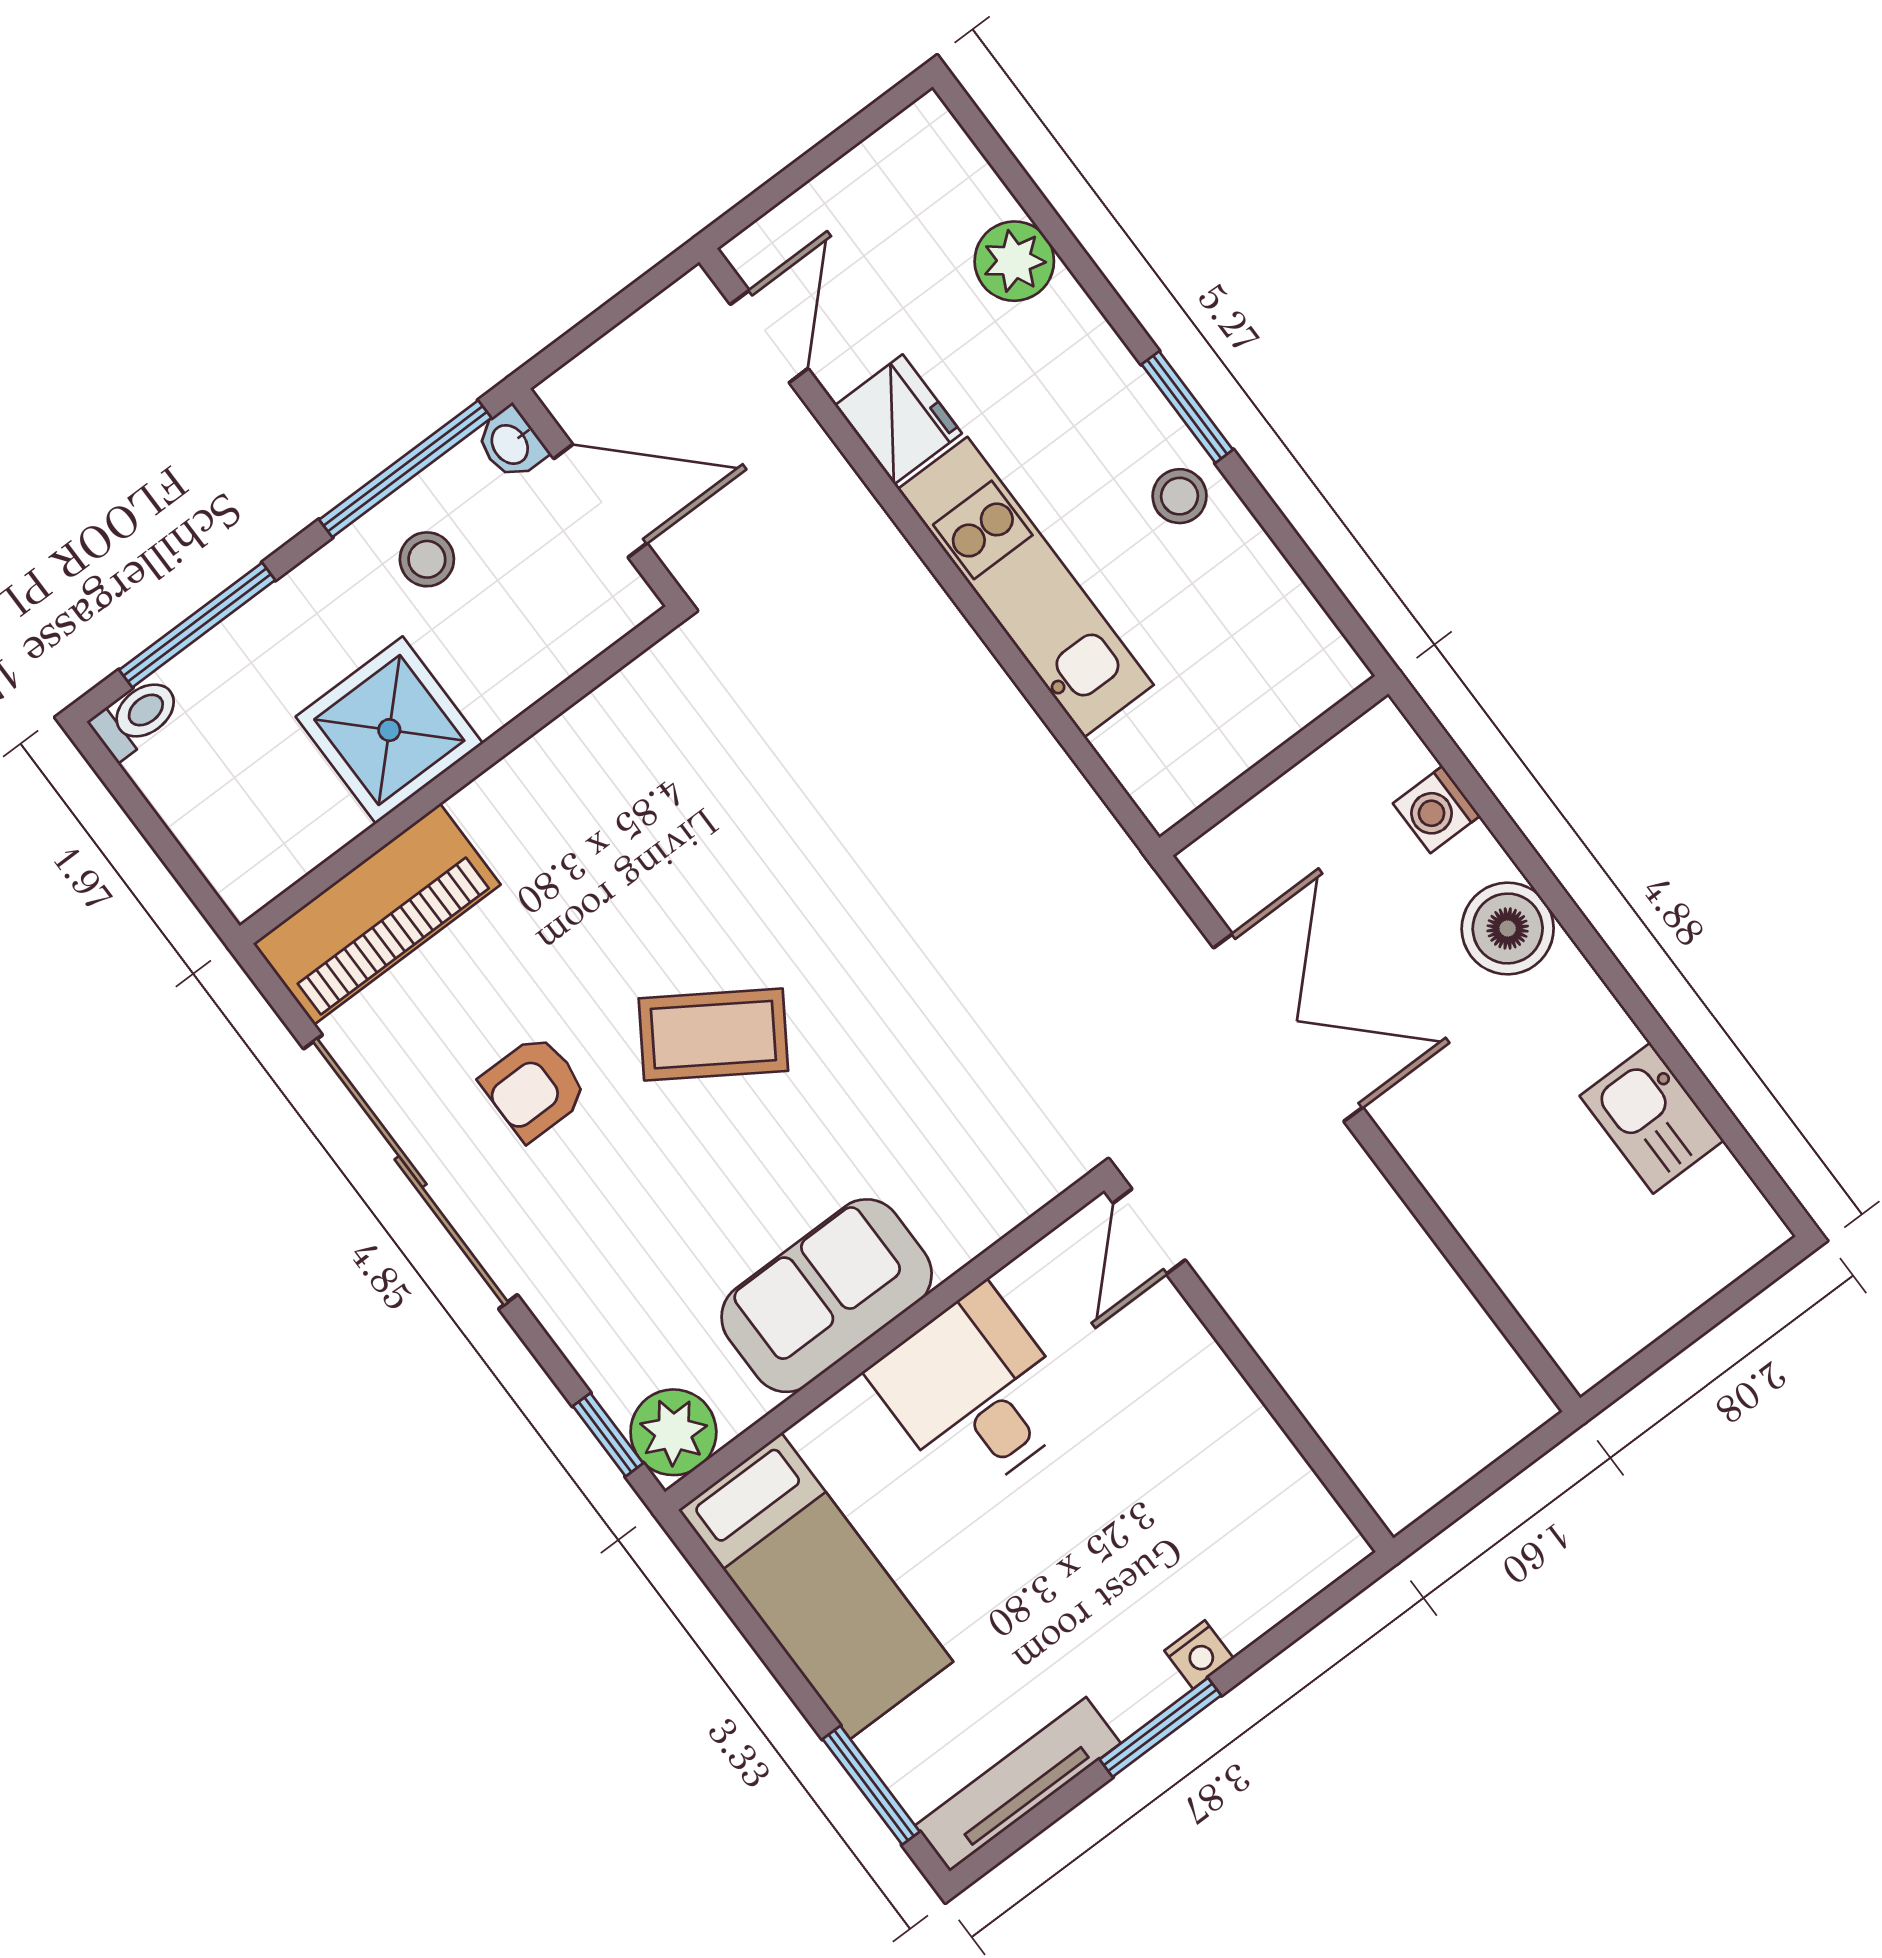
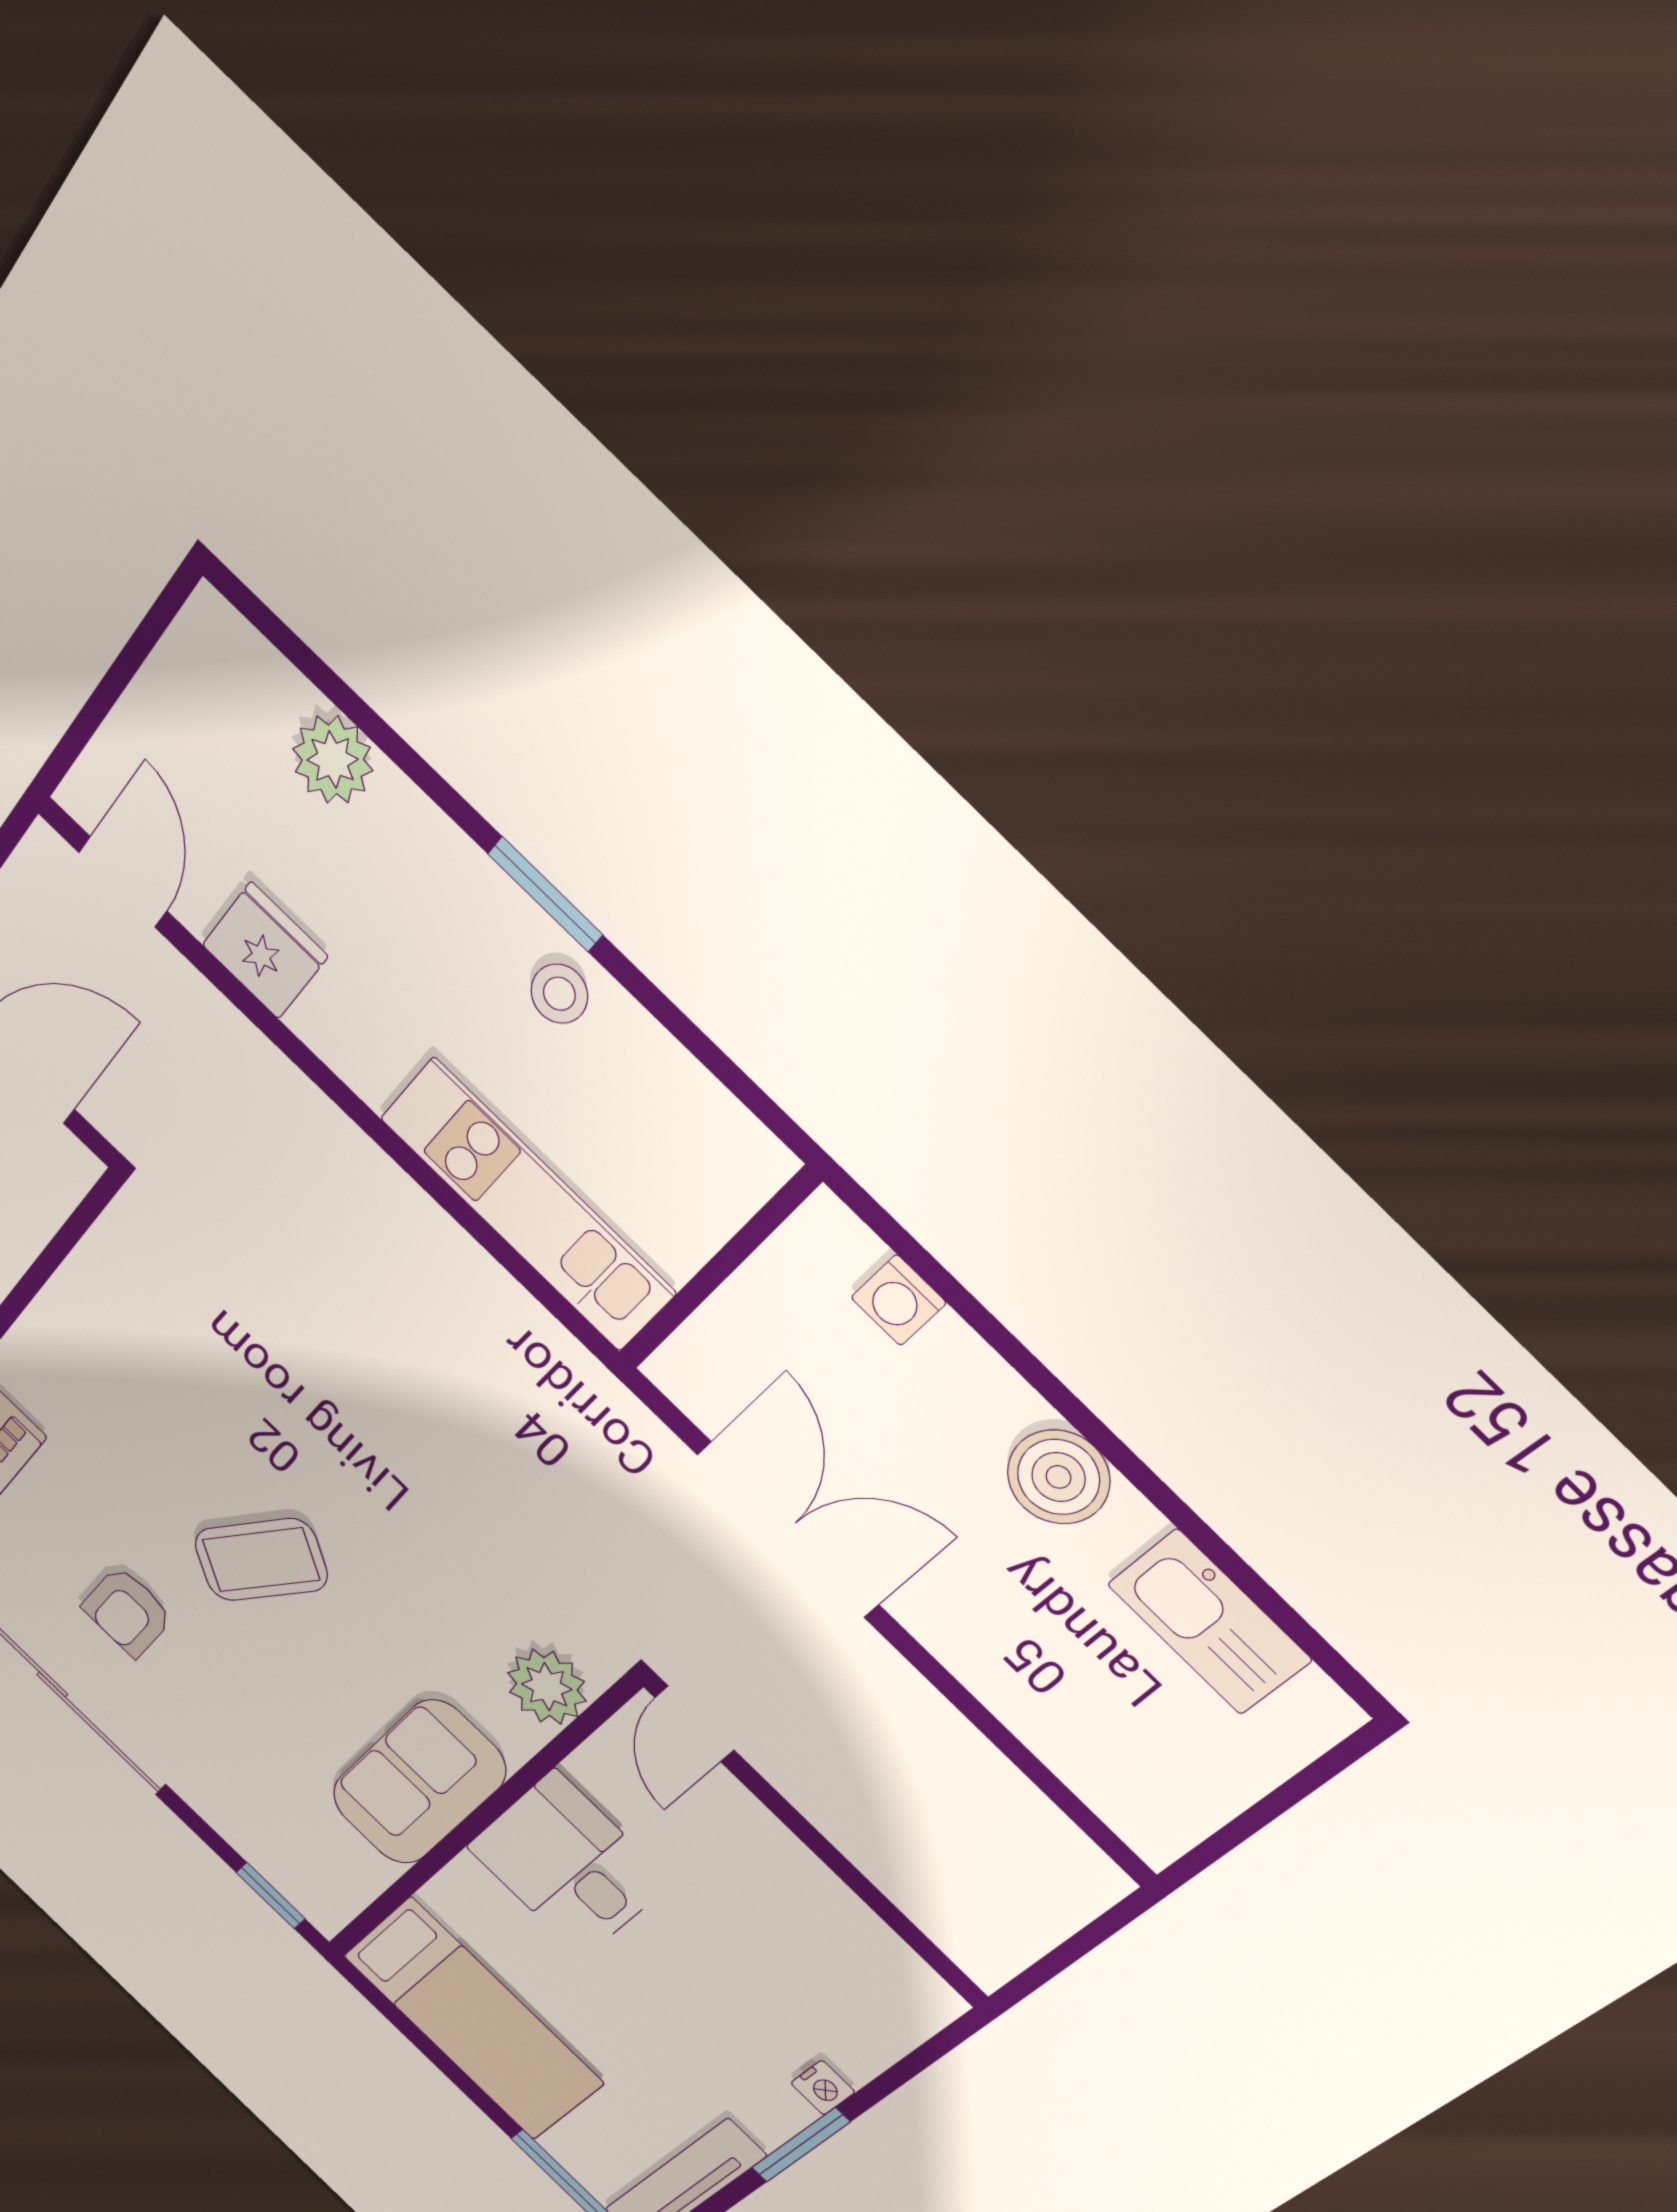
kitchen unit: (1026, 587) -> (528, 1205), moved
boiler: (1508, 928) -> (1059, 1477), moved
kitchen sink: (1652, 1118) -> (1209, 1622), width x1.38
plant: (673, 1432) -> (547, 1687), moved

